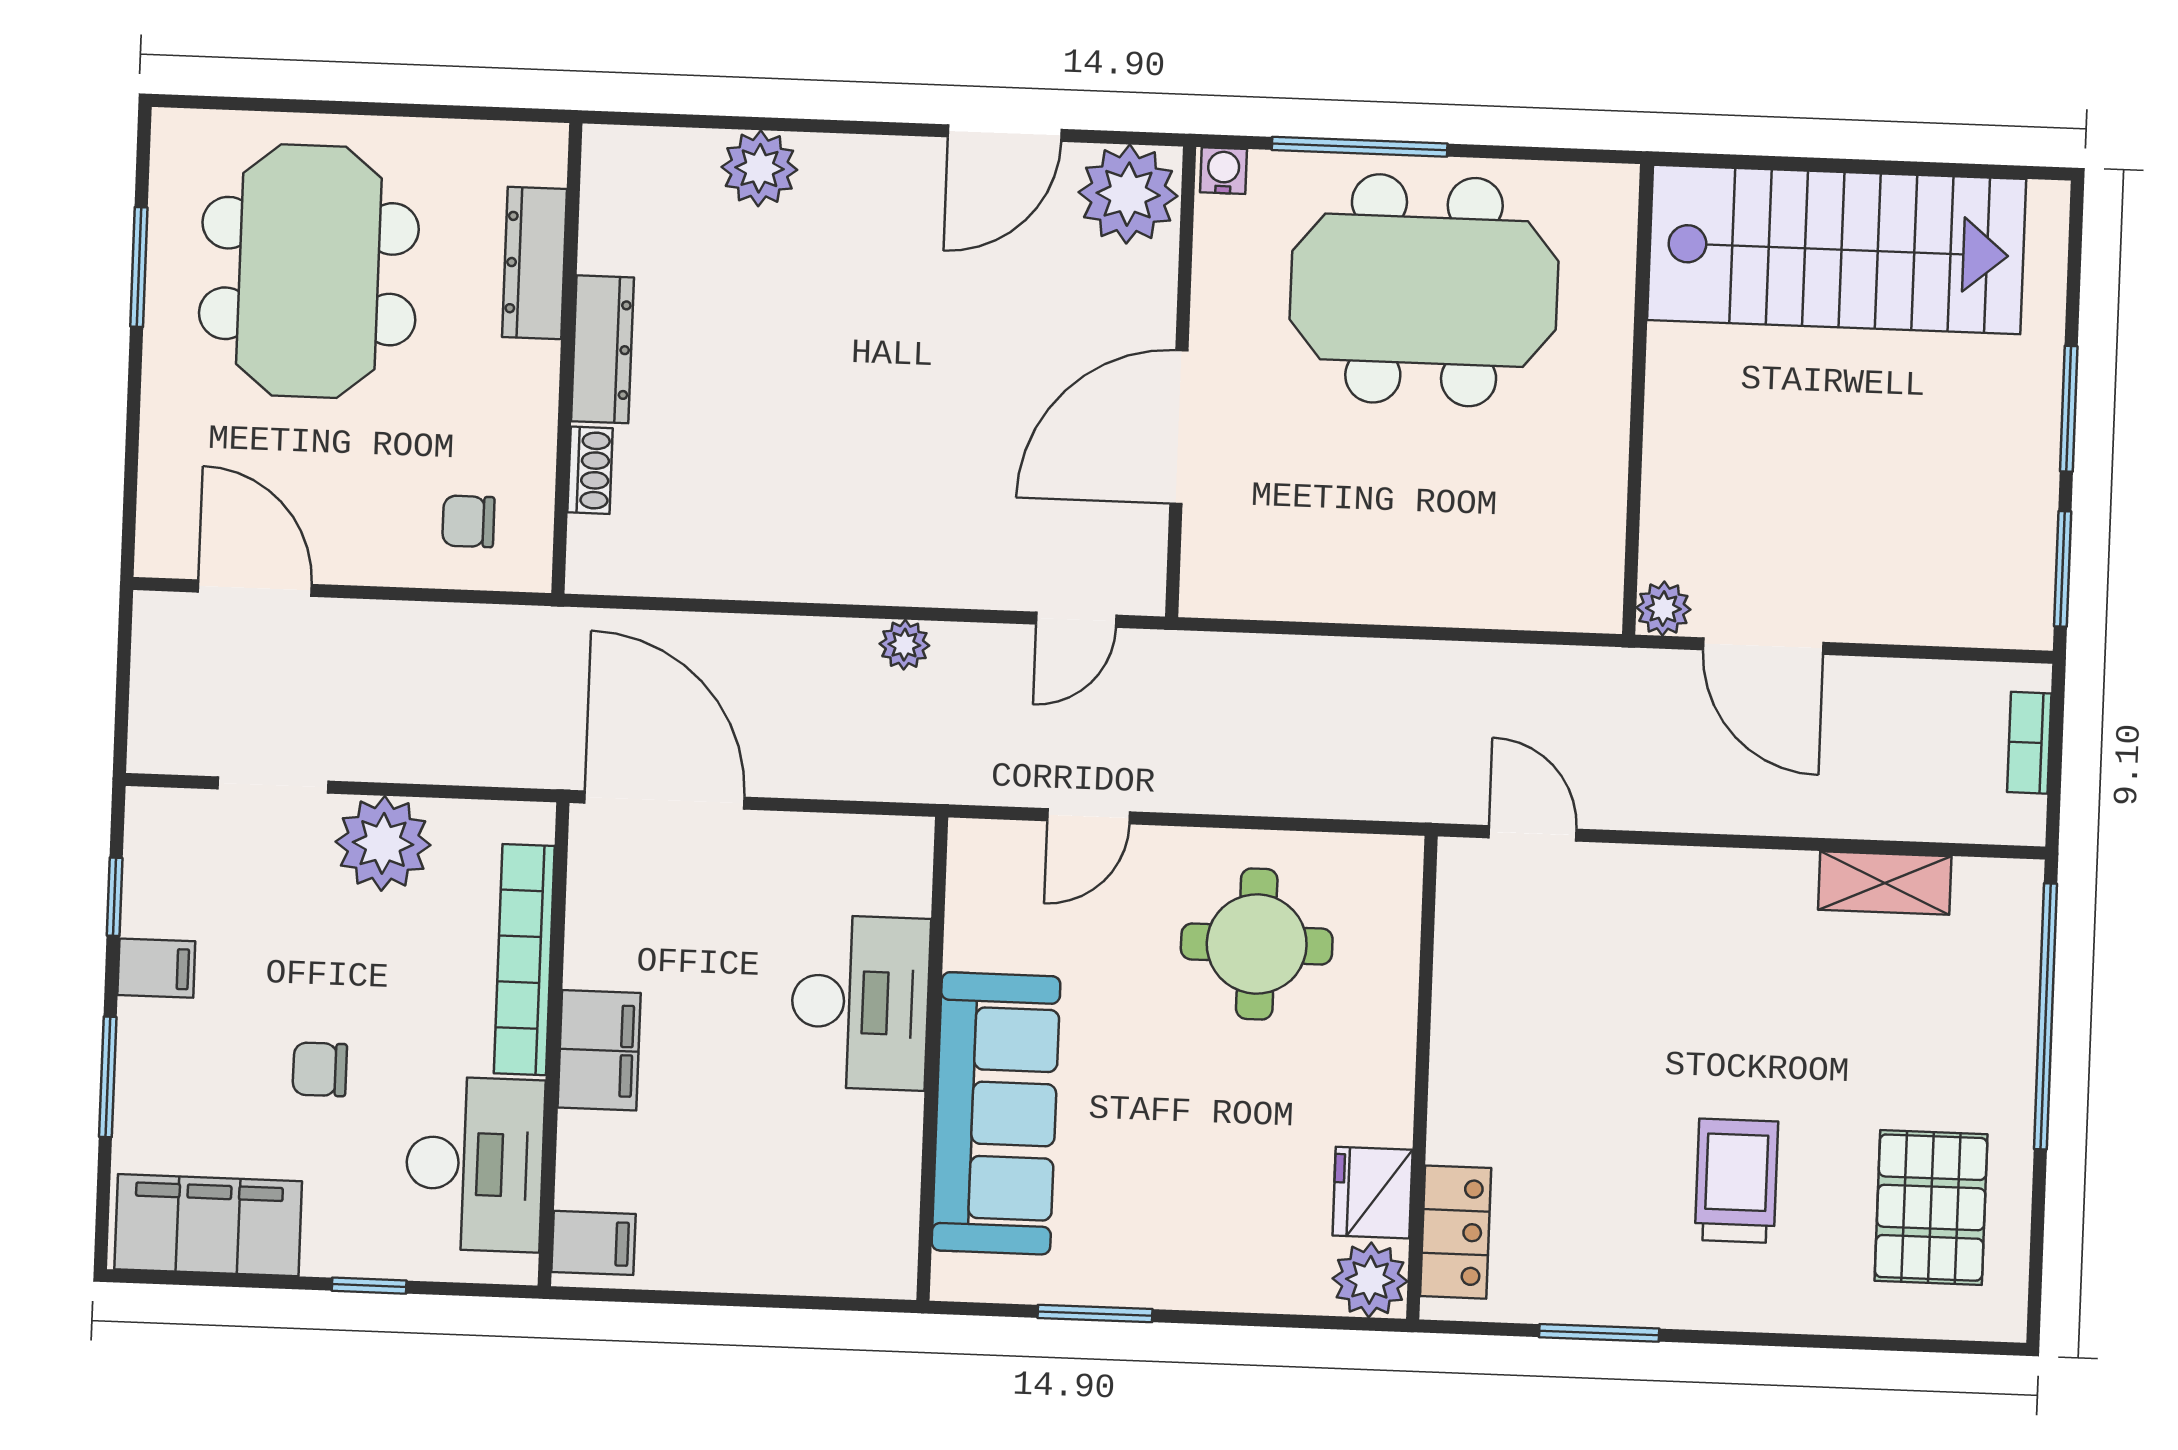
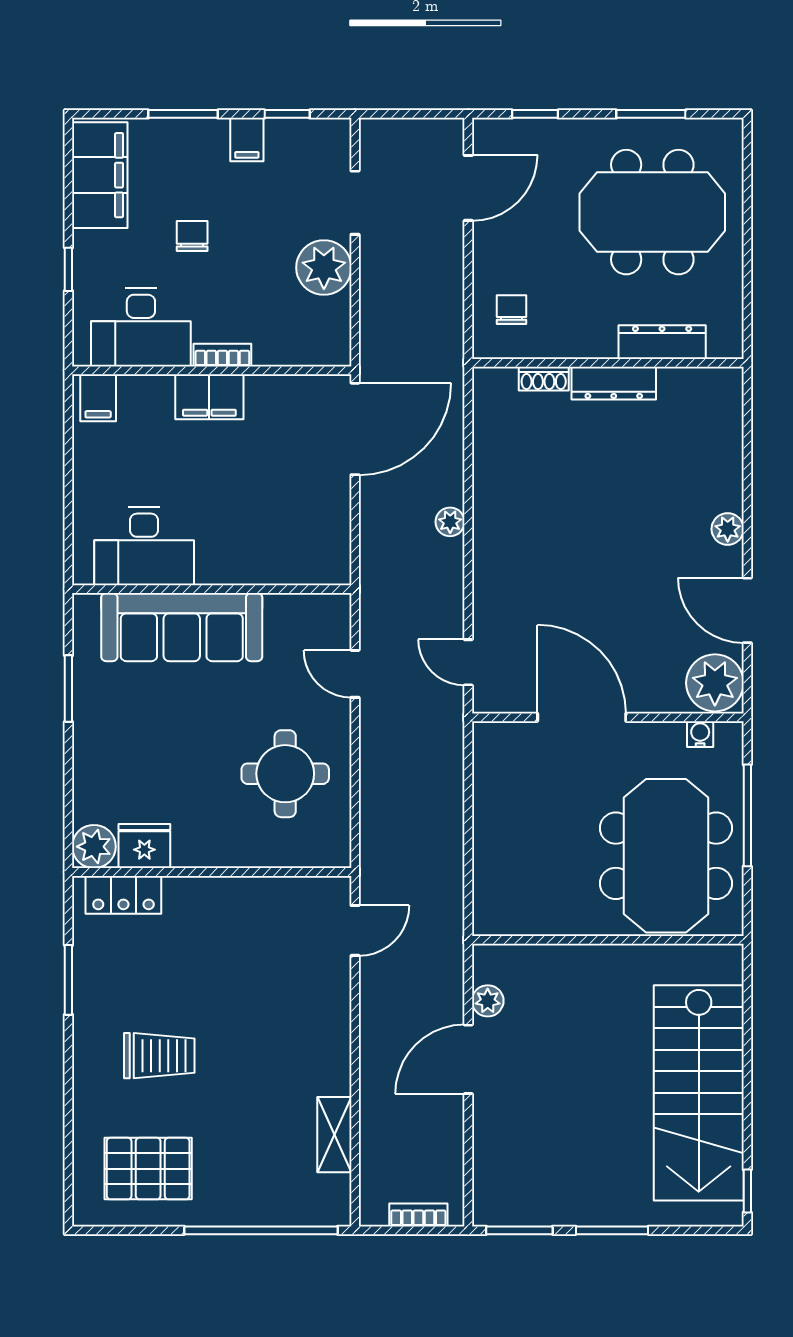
plant: (759, 168) -> (728, 529), moved, width x0.73, depth x0.73
water cooler: (1223, 171) -> (700, 734), moved, turned -90
window: (2010, 172) -> (747, 1191), added
wall: (1638, 399) -> (608, 940), moved
window: (131, 468) -> (535, 114), added
plant: (904, 645) -> (450, 522), moved
bookcase: (524, 960) -> (222, 355), width x0.43, depth x0.76
desk: (860, 1002) -> (144, 546), moved

